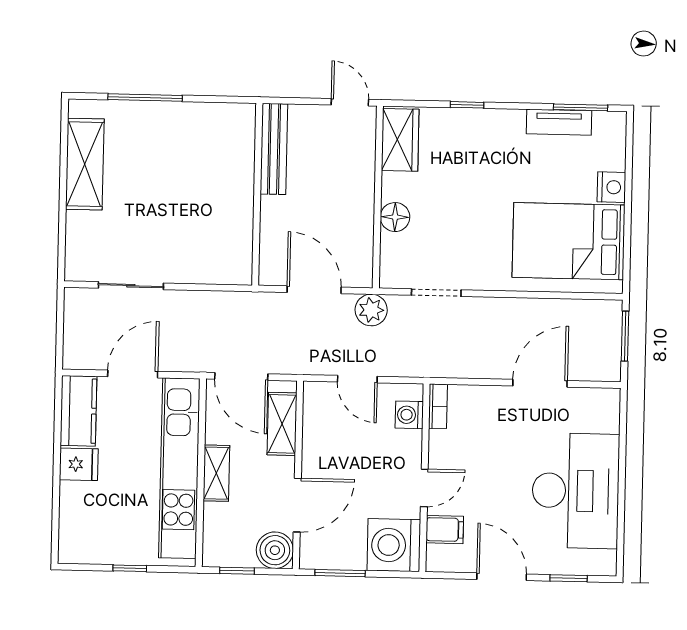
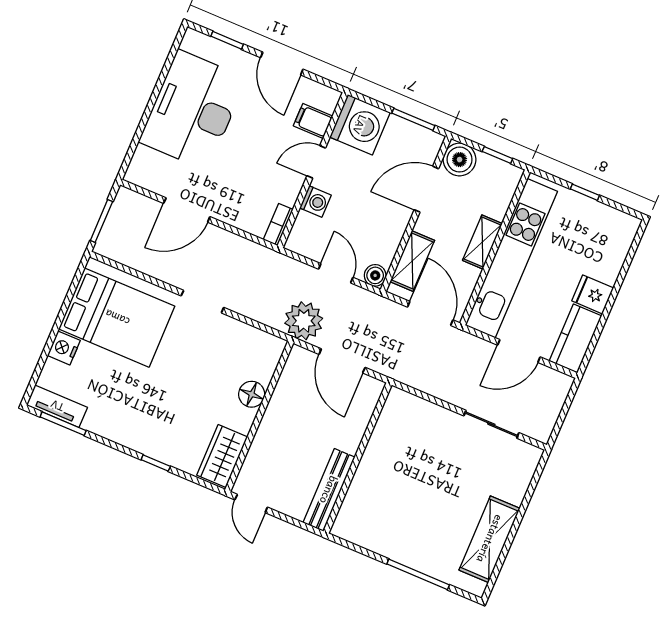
tv unit: (559, 122) -> (57, 406), moved
doorway: (436, 293) -> (202, 302), moved
plant: (371, 310) -> (304, 321), width x1.36, depth x1.36
boiler: (315, 393) -> (375, 275), added
washing machine: (409, 415) -> (315, 202), moved

